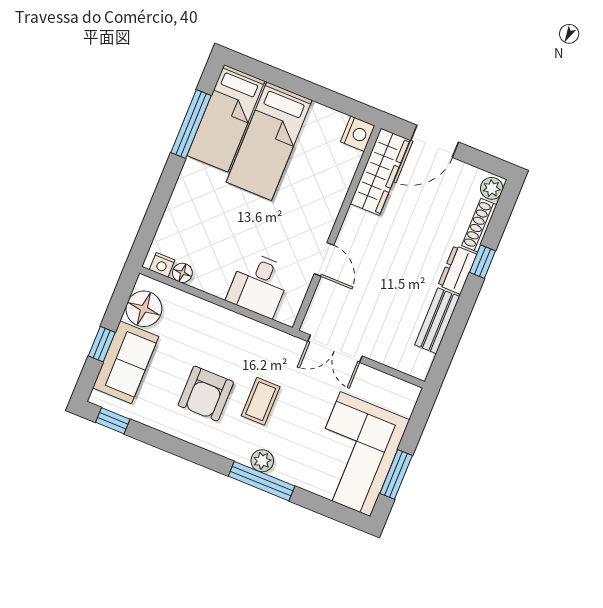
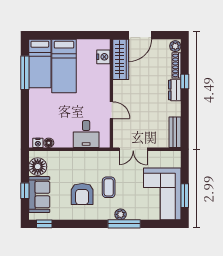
nightstand: (358, 134) -> (103, 57), moved
bench: (437, 321) -> (175, 132), moved

